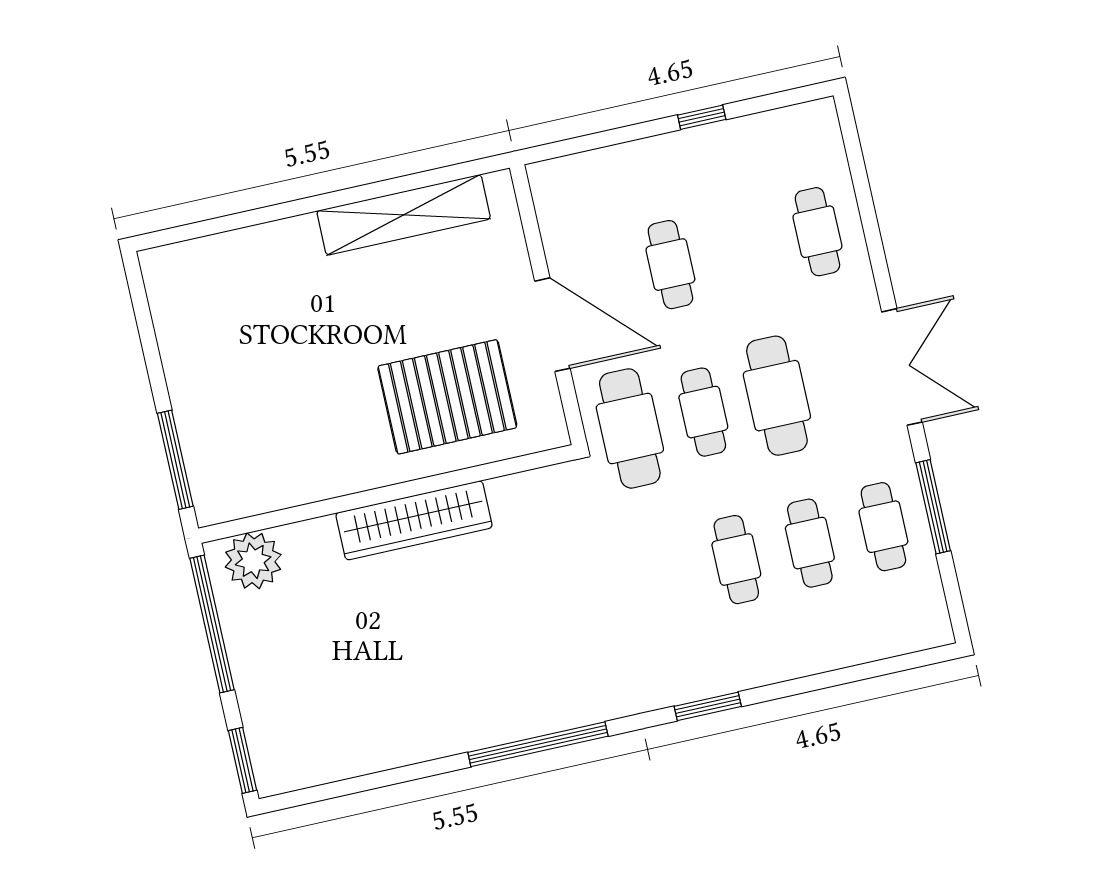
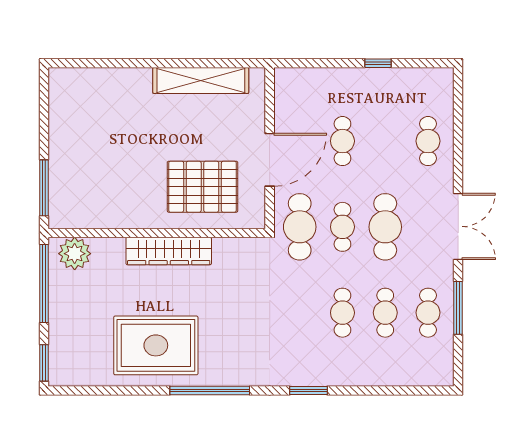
door: (552, 325) -> (270, 160), hinge flipped
rug: (428, 688) -> (156, 345), added

